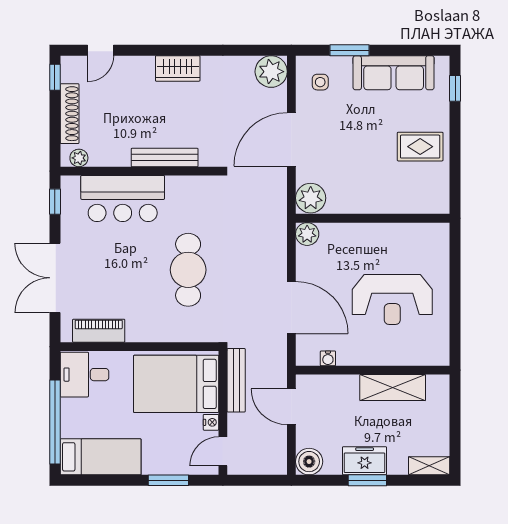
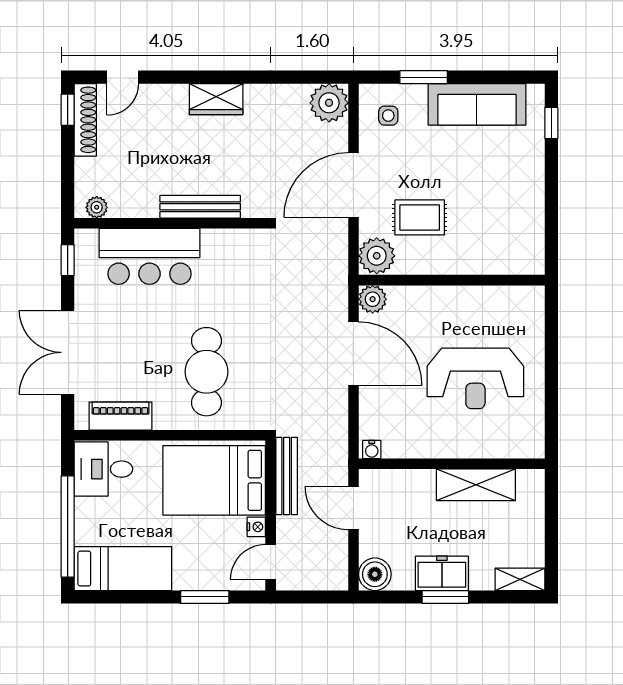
shoe rack: (70, 114) -> (85, 120), moved
rug: (420, 147) -> (420, 217), moved
cafe table: (188, 270) -> (206, 372), moved
door: (291, 308) -> (353, 354), moved
water cooler: (328, 358) -> (372, 450), moved

